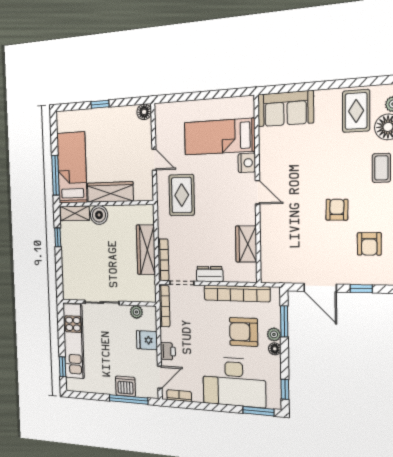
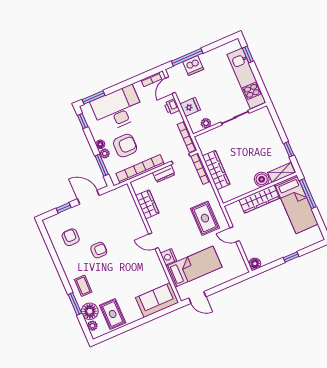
door: (231, 93) -> (197, 297), added
armchair: (337, 210) -> (99, 250), turned -91

